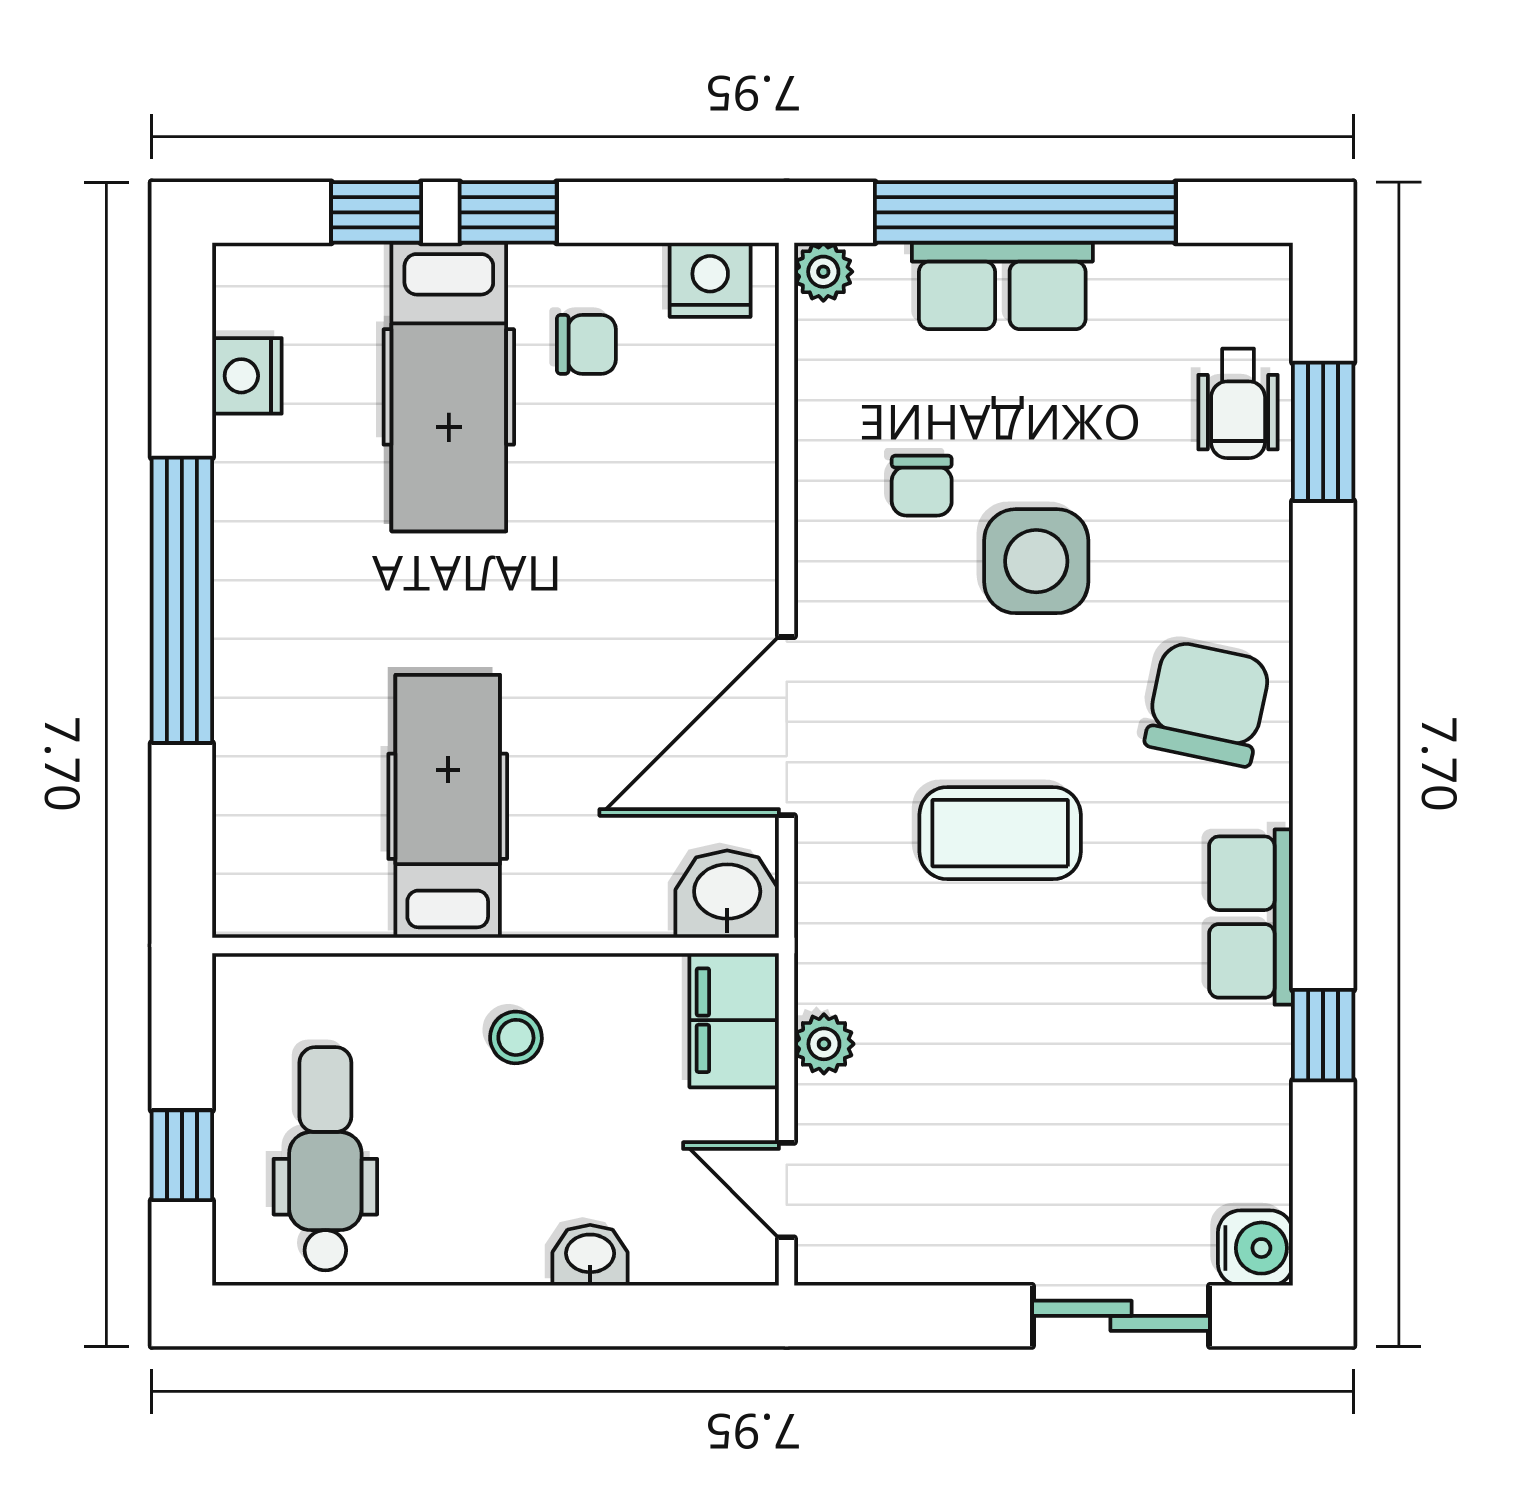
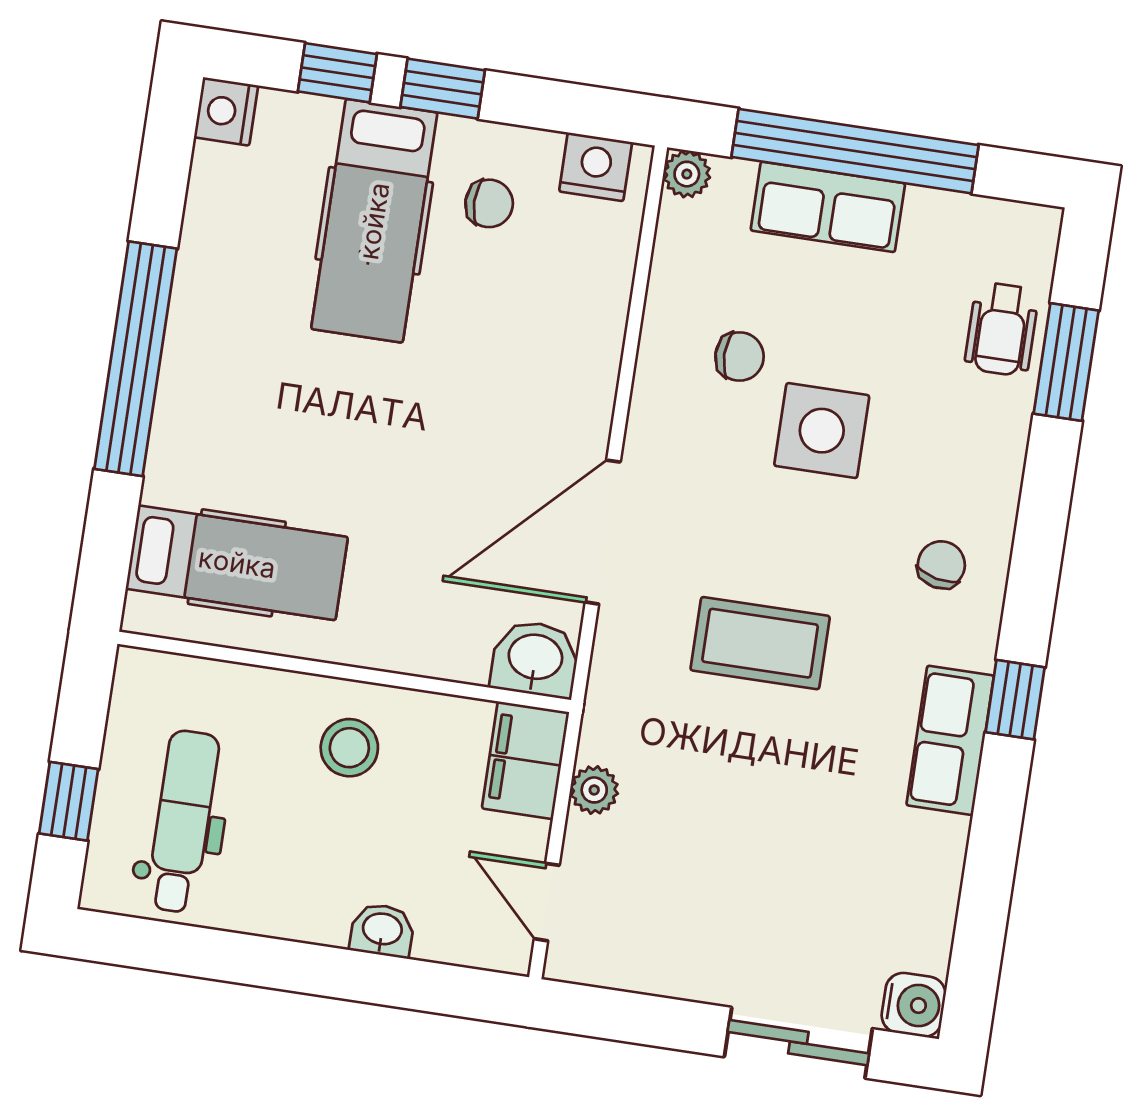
nightstand: (247, 376) -> (226, 111), moved
chair: (922, 486) -> (740, 357), turned -90
chair: (1208, 703) -> (941, 565), width x0.54, depth x0.54
hospital bed: (448, 806) -> (237, 563), moved, turned 90
window: (1323, 1035) -> (1015, 700), moved
stool: (516, 1037) -> (349, 748), width x1.37, depth x1.37

